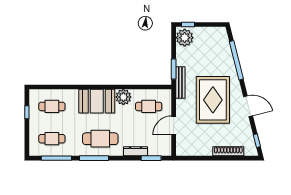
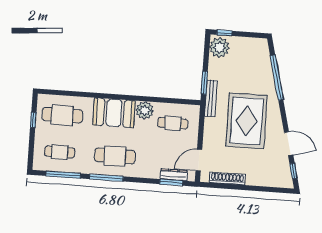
cafe table: (52, 106) -> (62, 115), width x1.37, depth x1.35
door: (248, 106) -> (289, 144), moved
door: (174, 125) -> (199, 160), moved
dresser: (135, 151) -> (174, 175), moved
shoe rack: (228, 151) -> (227, 178), moved

